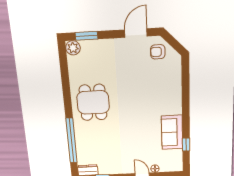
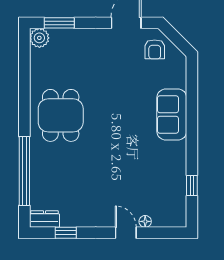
armchair: (158, 52) -> (155, 49), turned -90
sofa: (172, 132) -> (172, 115), moved

